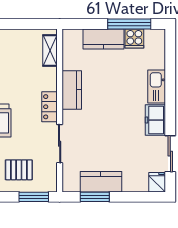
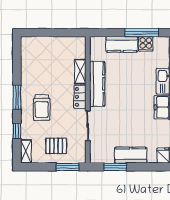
shelving: (50, 51) -> (80, 72), moved
kitchen counter: (72, 90) -> (97, 84), width x1.50
kitchen counter: (101, 182) -> (131, 155), moved

